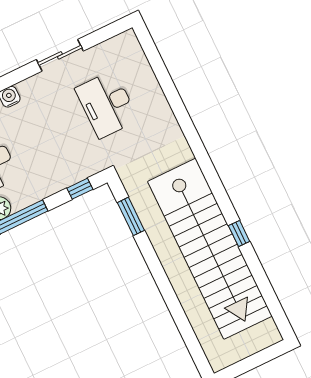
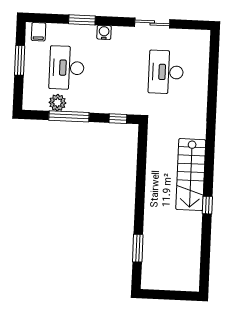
window: (131, 216) -> (138, 248), moved
stairs: (210, 249) -> (191, 175), width x0.54, depth x0.66

